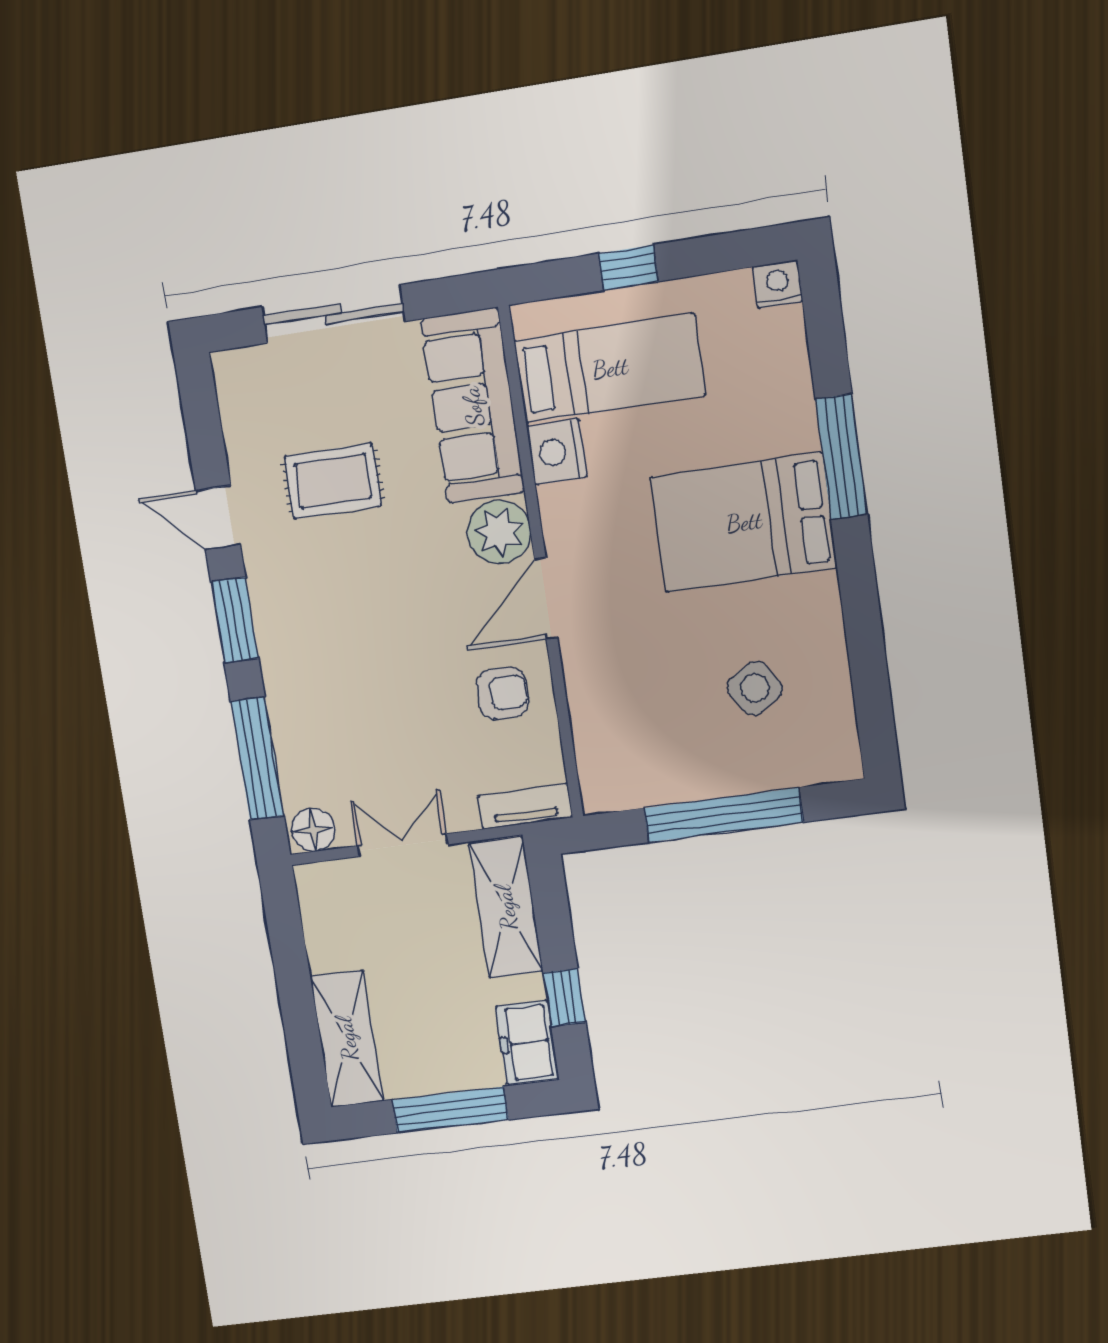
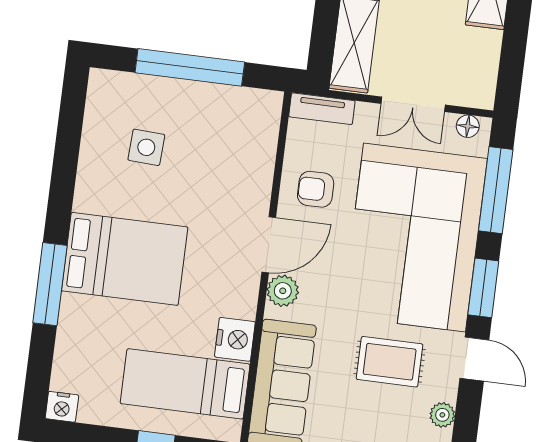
plant: (239, 427) -> (442, 415), added
plant: (499, 532) -> (283, 291), width x0.73, depth x0.73
corner sofa: (348, 664) -> (415, 237), added
side table: (755, 688) -> (146, 147), turned 35
floor lamp: (313, 830) -> (468, 126), width x0.73, depth x0.73

